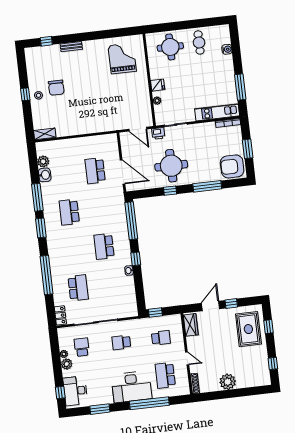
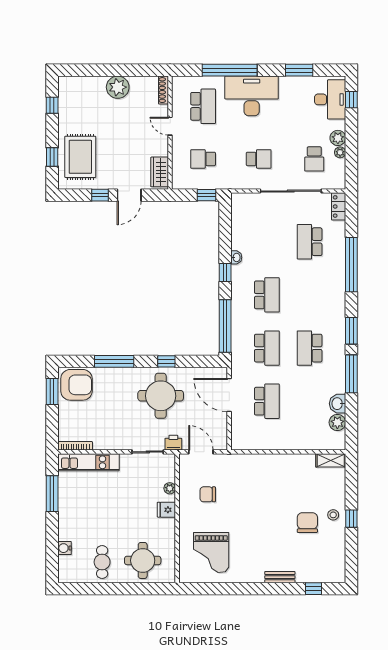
chair: (129, 99) -> (208, 494), added
window: (248, 149) -> (52, 391), moved
school desk: (100, 209) -> (267, 348), added
school desk: (69, 212) -> (310, 348), turned 180

